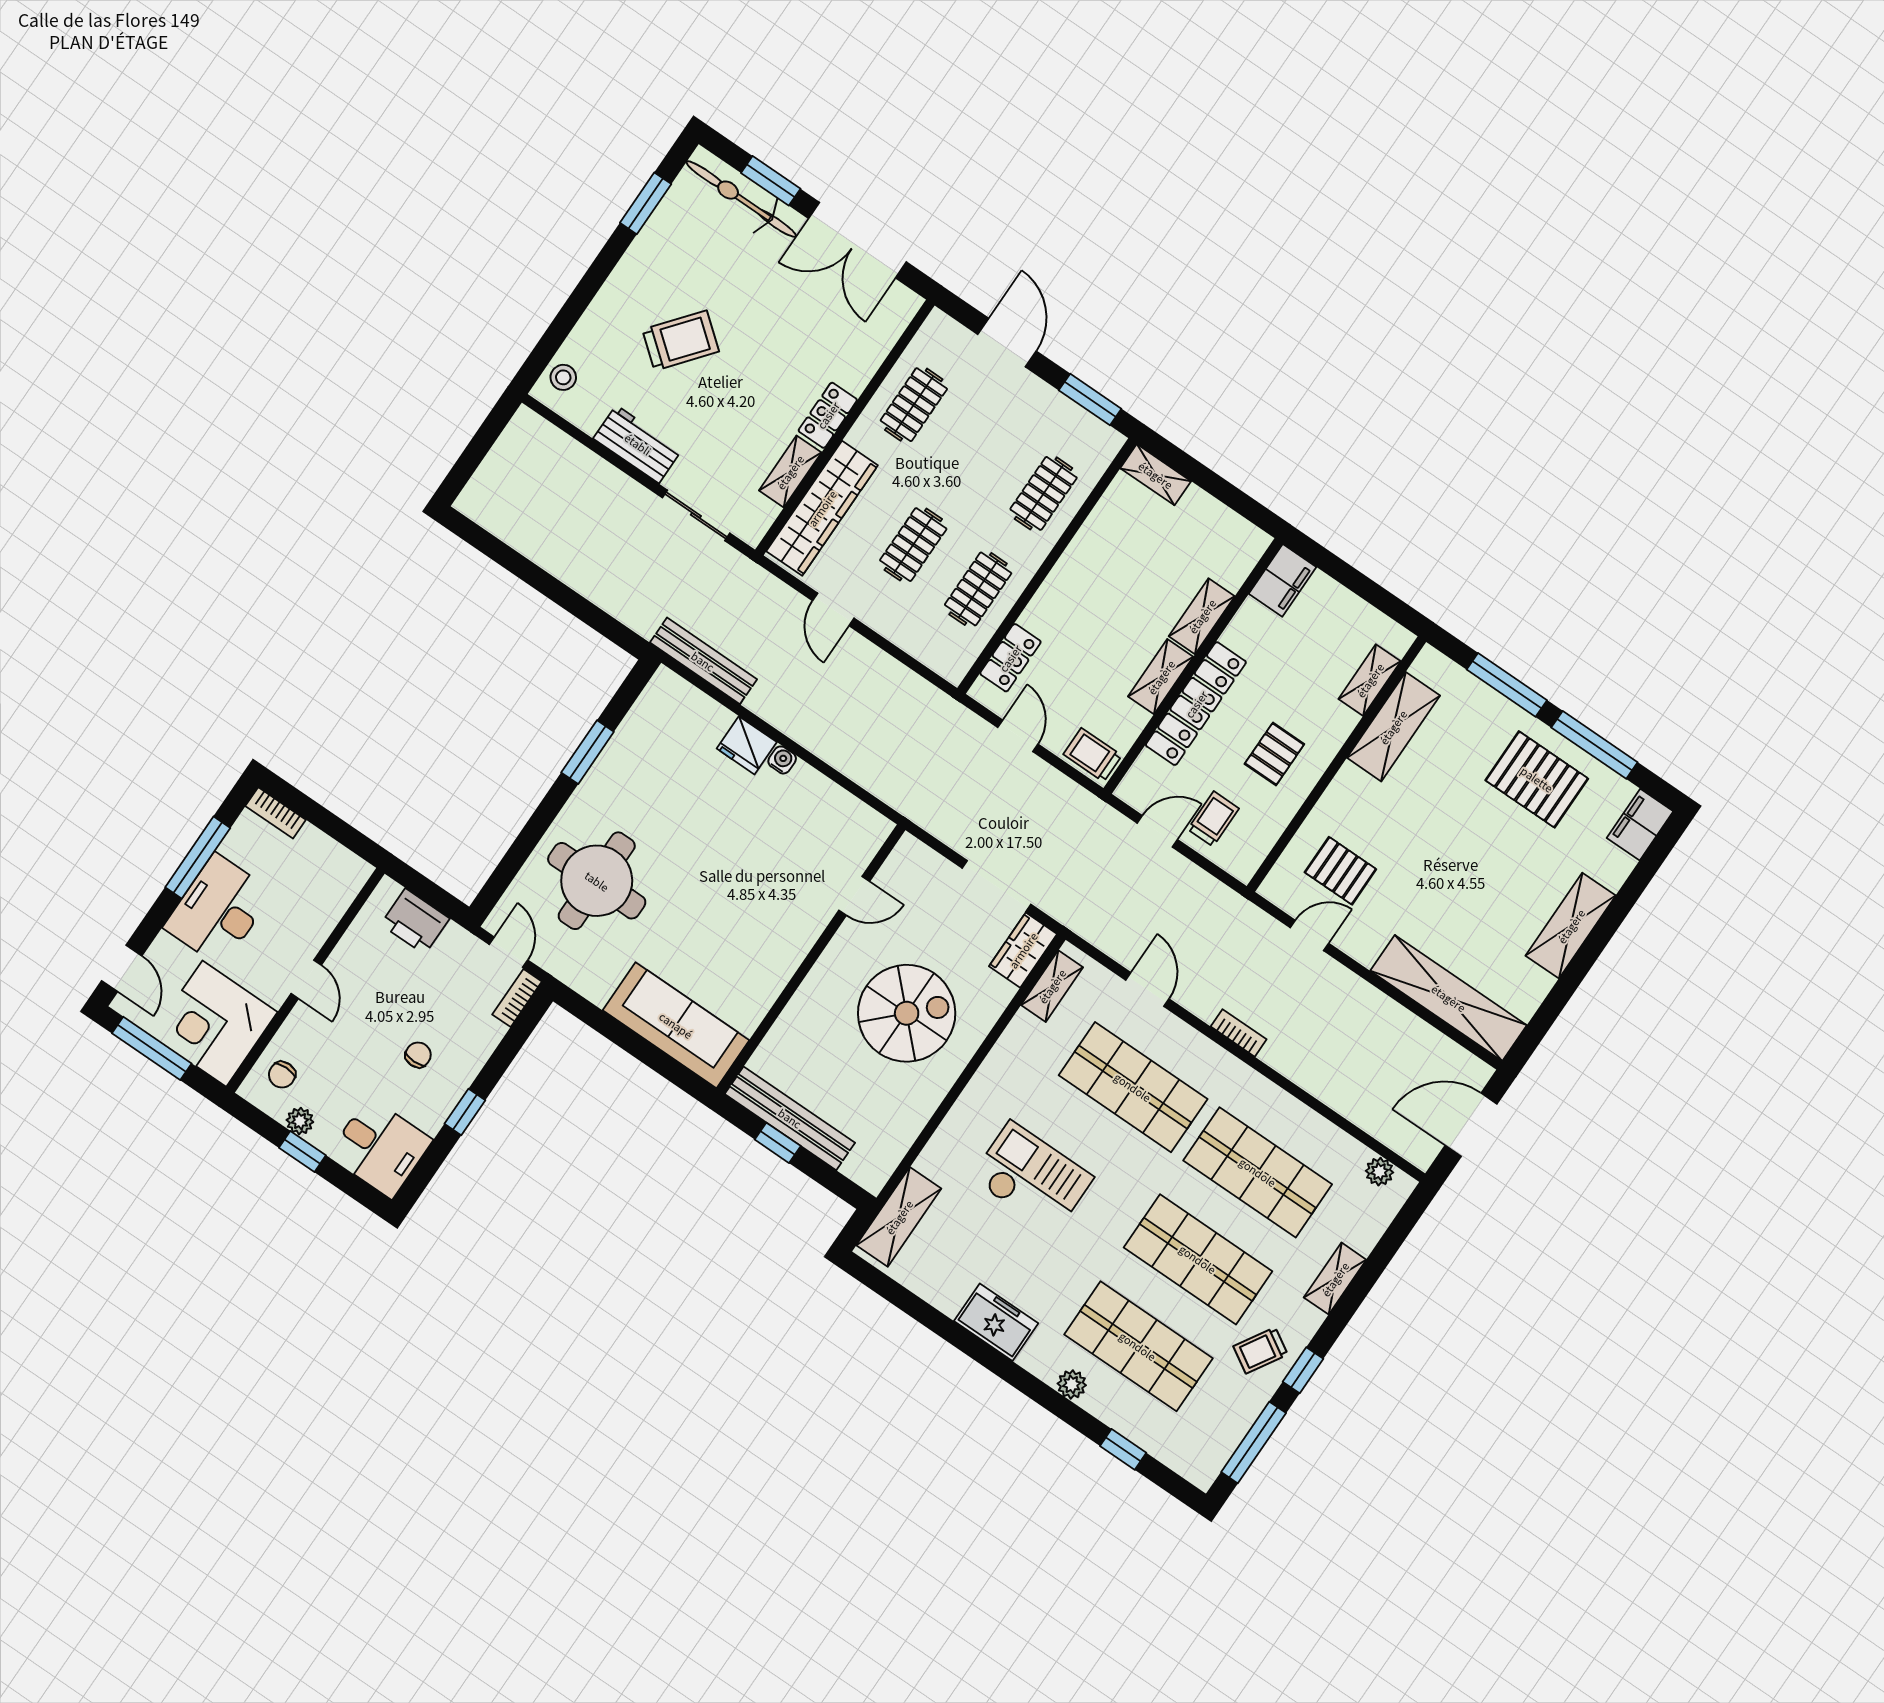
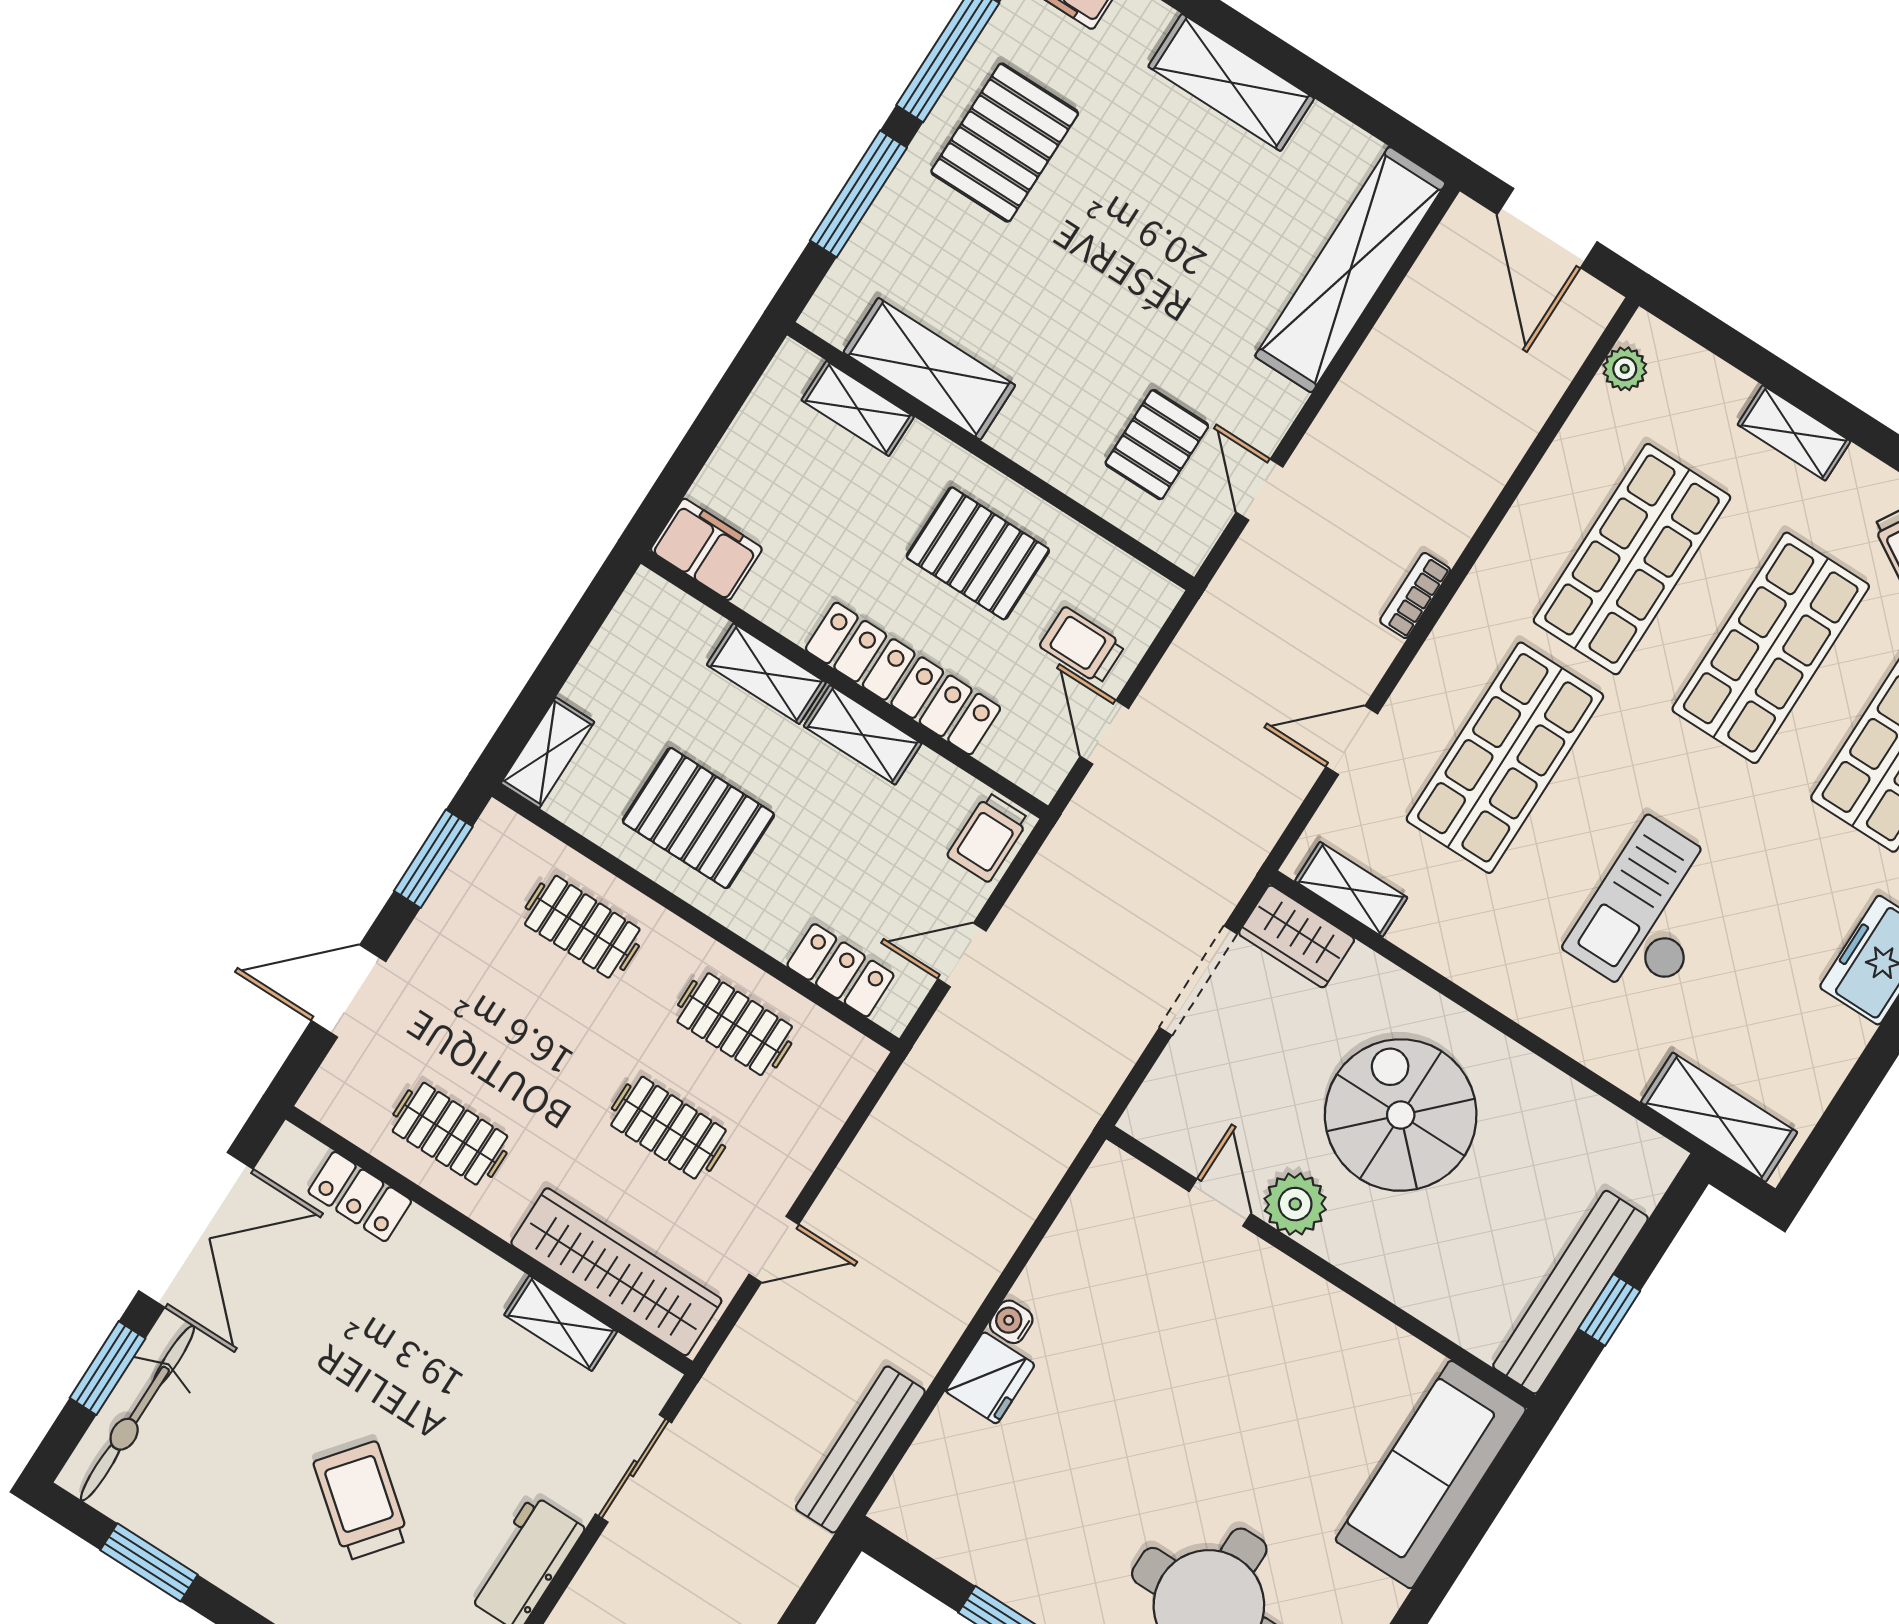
locker: (828, 415) -> (360, 1196), moved
pallet: (1111, 570) -> (698, 818), added
pallet: (1274, 754) -> (978, 553), width x1.50, depth x1.42
plant: (852, 944) -> (1295, 1204), added

